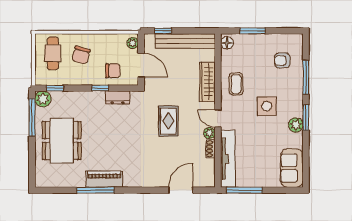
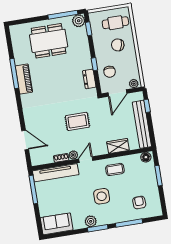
wardrobe: (207, 82) -> (118, 146), width x0.67

